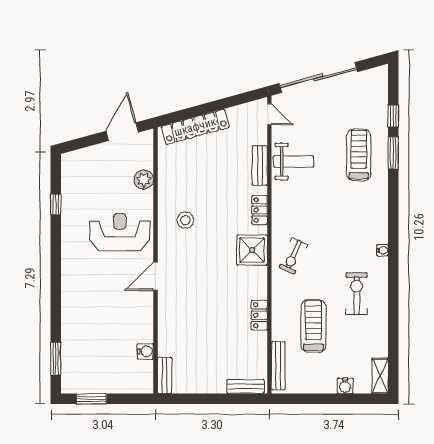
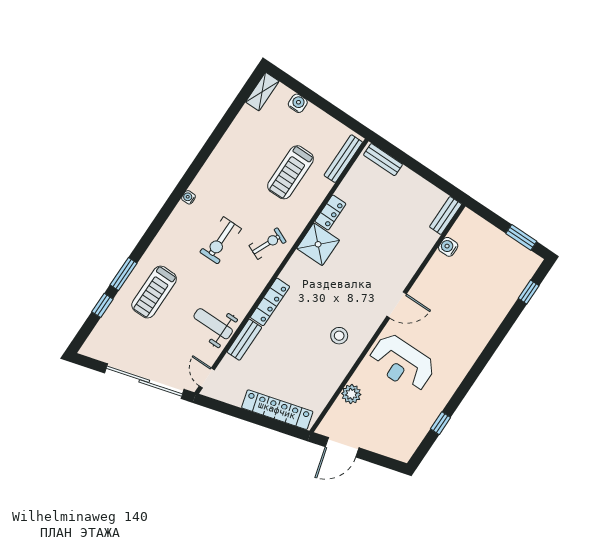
locker: (260, 210) -> (270, 302), width x1.53
shower: (252, 250) -> (318, 244), moved
exercise bike: (357, 294) -> (221, 240), moved
window: (56, 359) -> (529, 292), width x0.67

